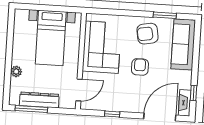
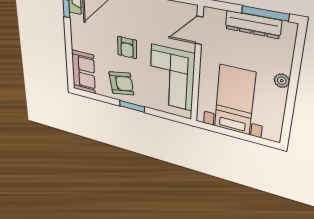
window: (165, 15) -> (132, 106), moved
sofa: (183, 44) -> (83, 72), width x0.73
plant: (16, 71) -> (282, 81), moved

